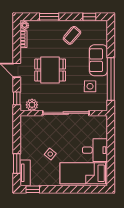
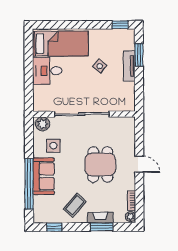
fireplace: (50, 25) -> (100, 218), added
dining table: (50, 70) -> (100, 165), turned 90
window: (111, 79) -> (29, 184), moved
window: (17, 98) -> (139, 131), removed
plant: (32, 105) -> (42, 124), moved
tv unit: (25, 173) -> (129, 66), moved

